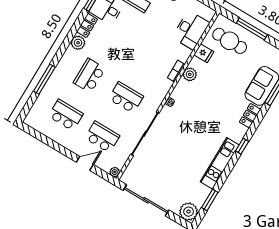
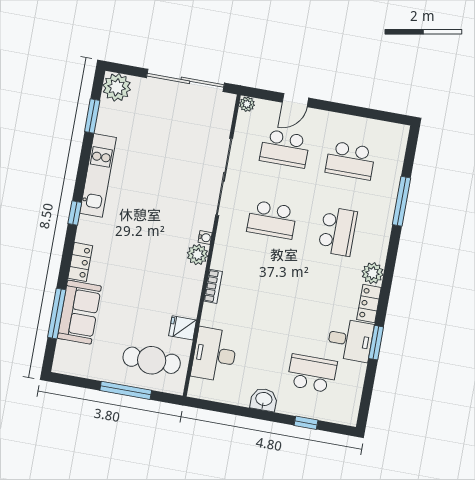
plant: (190, 74) -> (197, 255), moved

